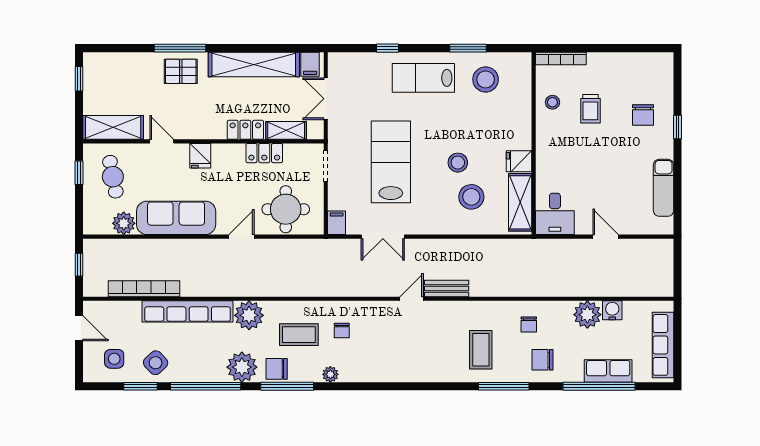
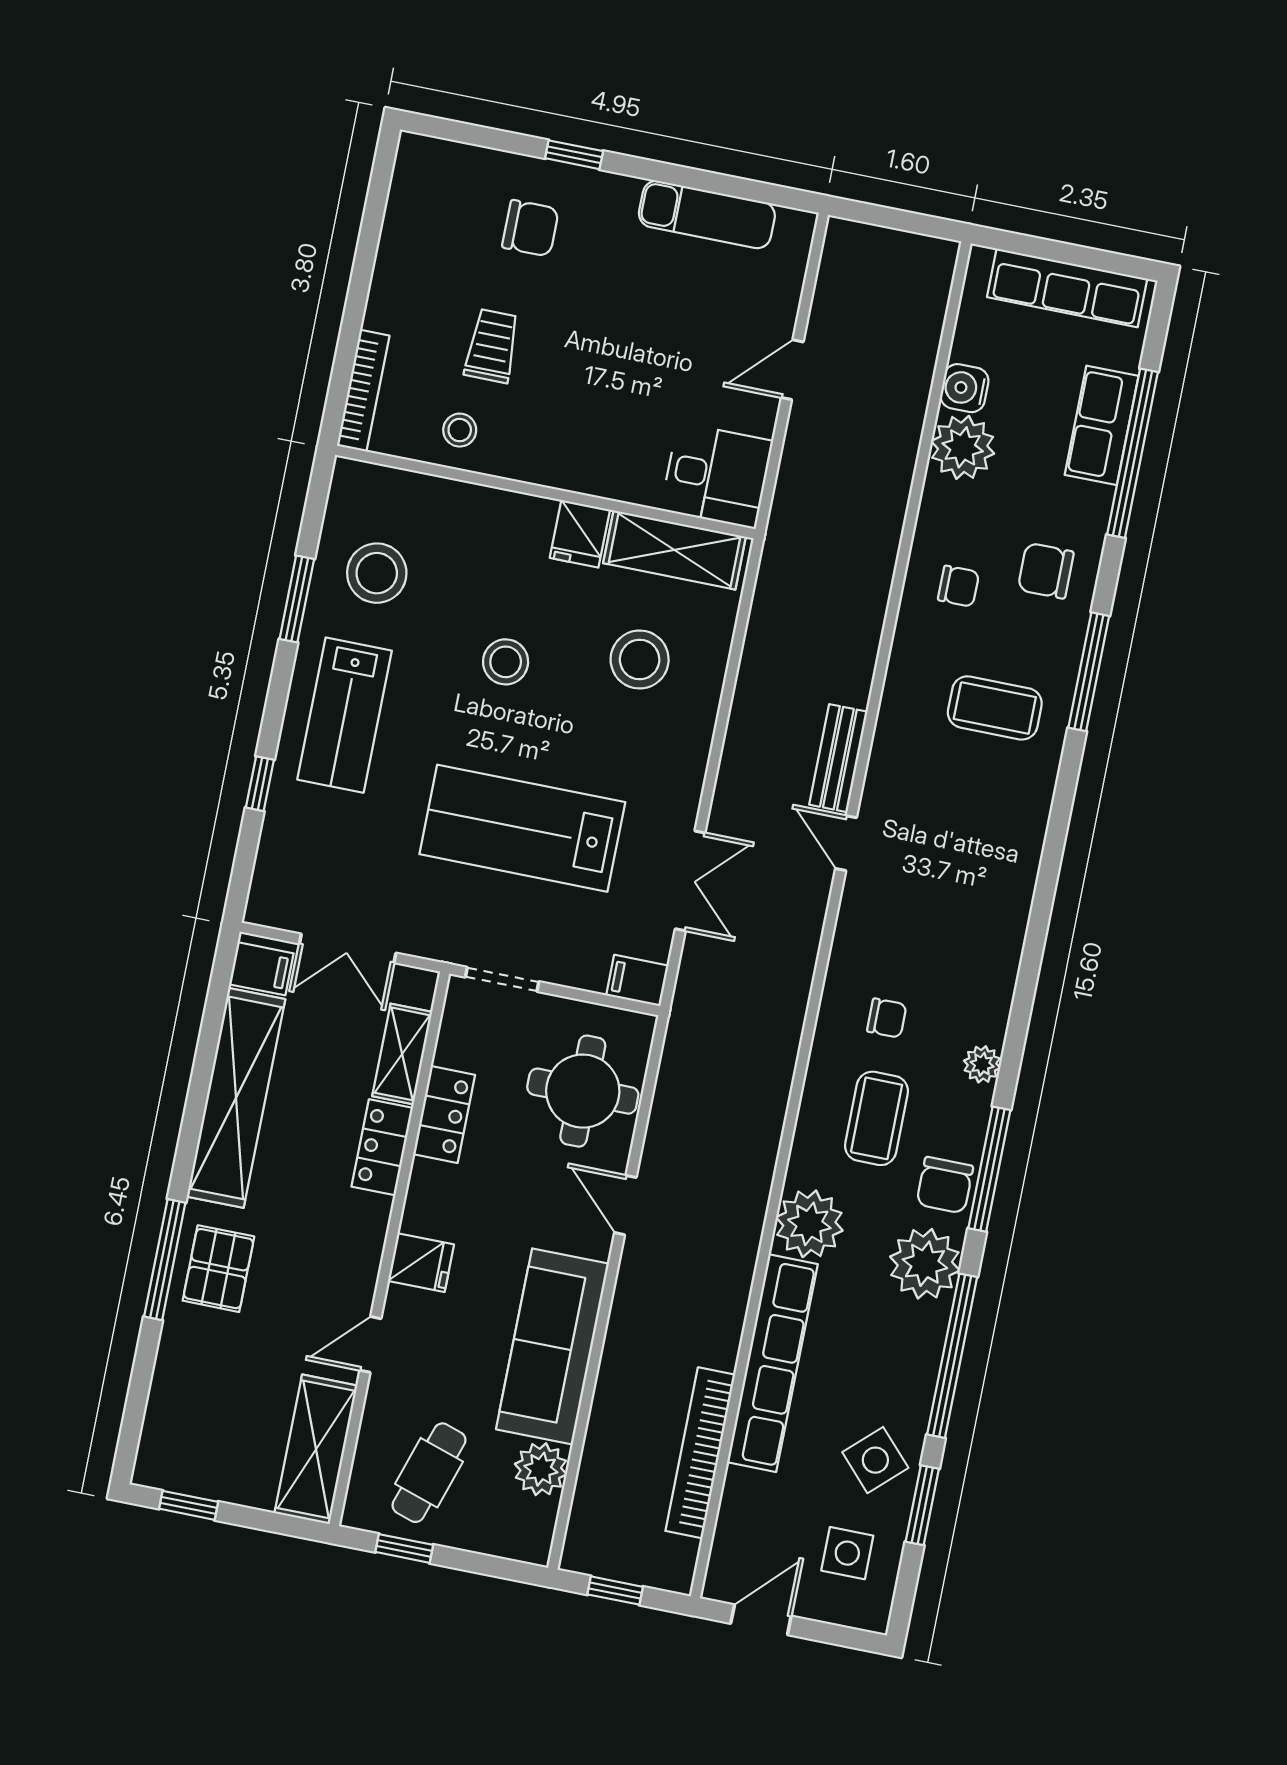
trolley: (590, 109) -> (492, 346), turned -90
stool: (458, 163) -> (506, 662), moved
cafe table: (113, 177) -> (429, 1473), turned -61
chair: (543, 360) -> (1046, 571), turned 90

